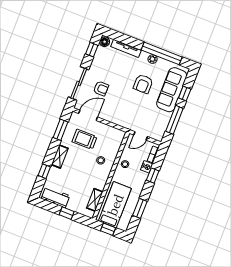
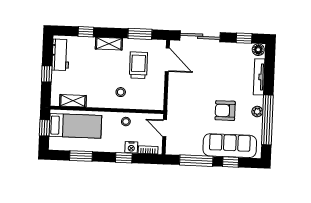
armchair: (101, 89) -> (203, 64), removed

